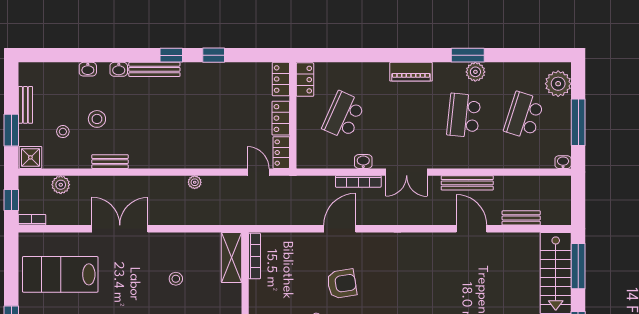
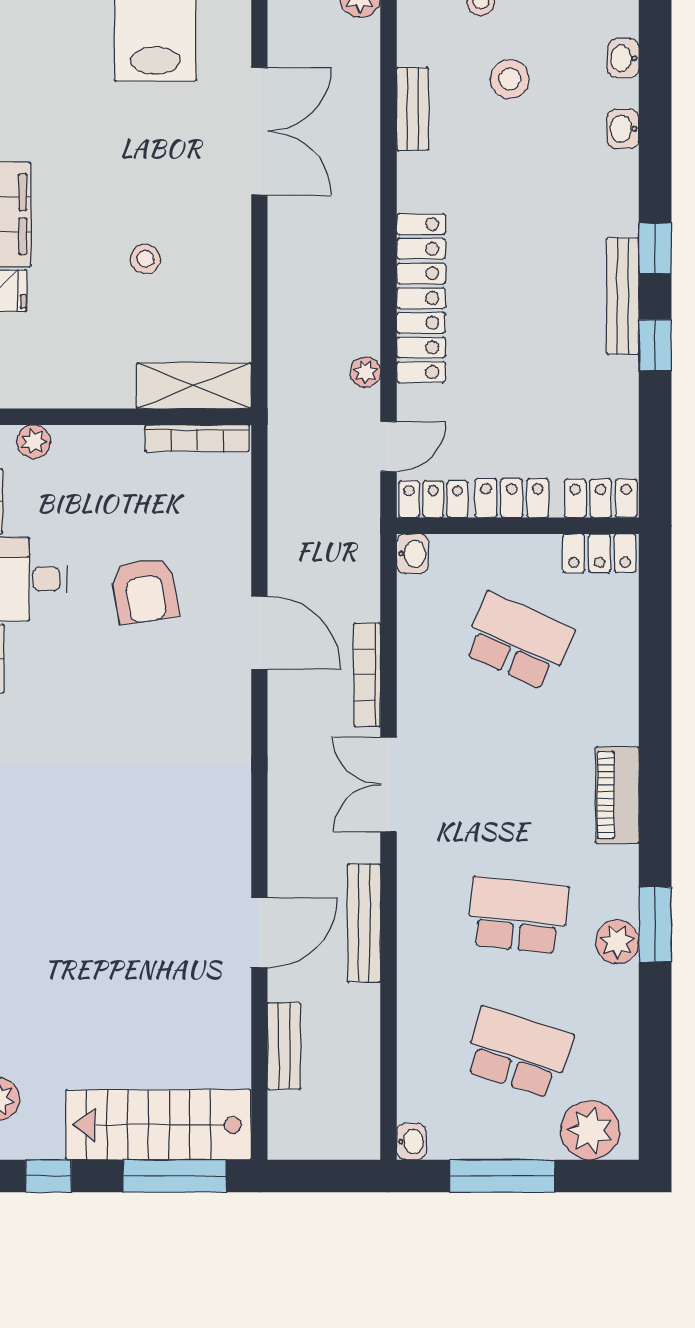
bench: (154, 69) -> (623, 296), moved
locker: (193, 158) -> (421, 298), added
washbasin: (363, 162) -> (413, 554), moved
plant: (195, 182) -> (365, 372), moved
armchair: (342, 284) -> (145, 591), moved

